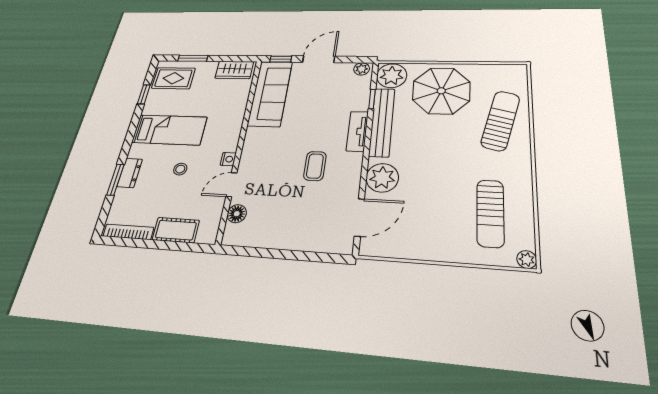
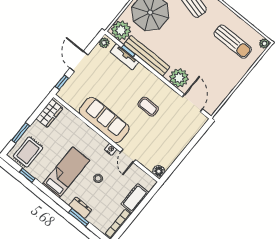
sofa: (270, 93) -> (104, 120), moved
tv unit: (357, 131) -> (125, 57), moved
floor lamp: (237, 214) -> (159, 171), moved

